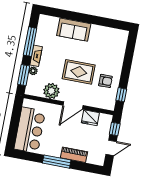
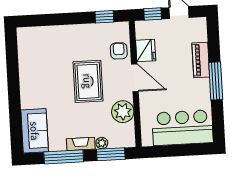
sofa: (74, 30) -> (35, 131), moved
armchair: (105, 81) -> (119, 51), moved

